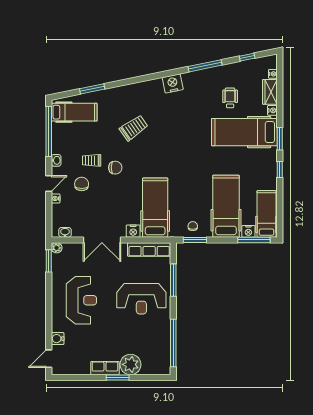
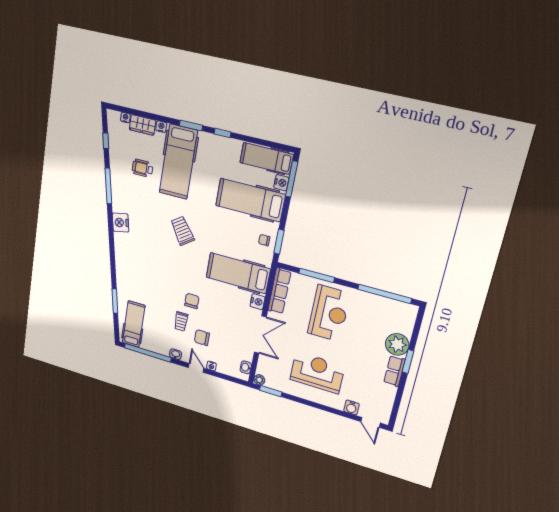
trolley: (134, 128) -> (182, 231), moved

